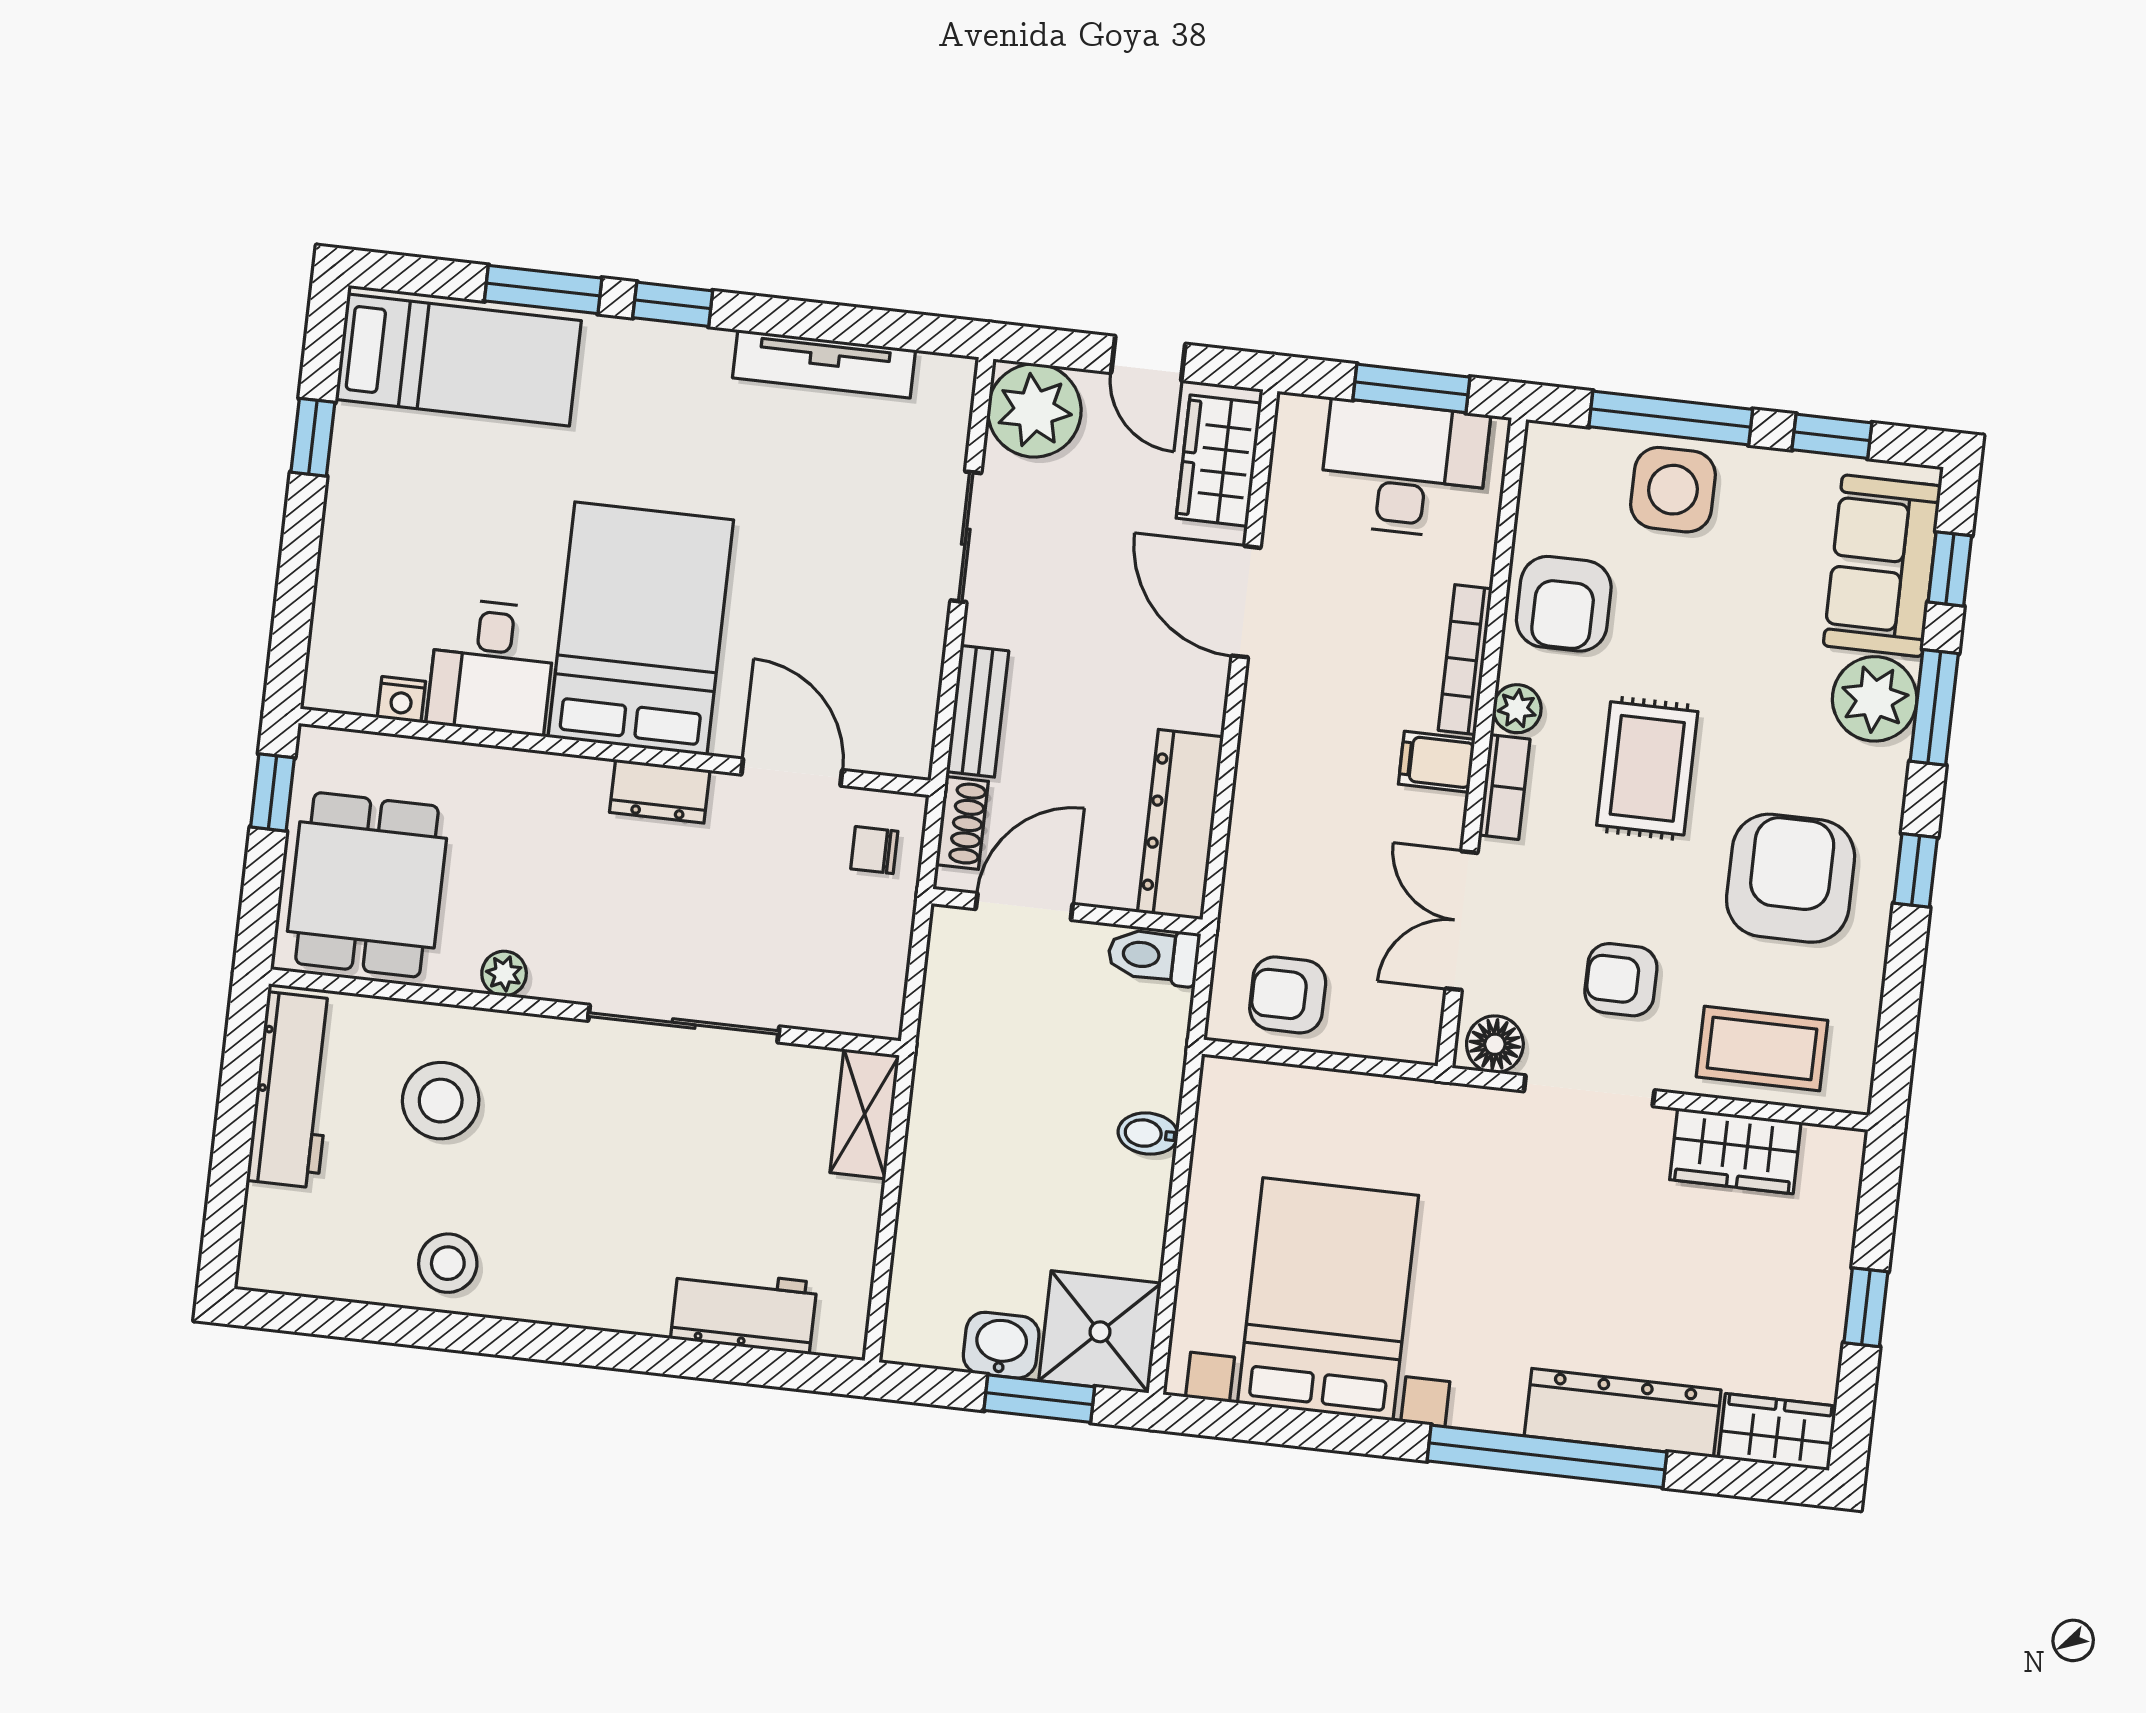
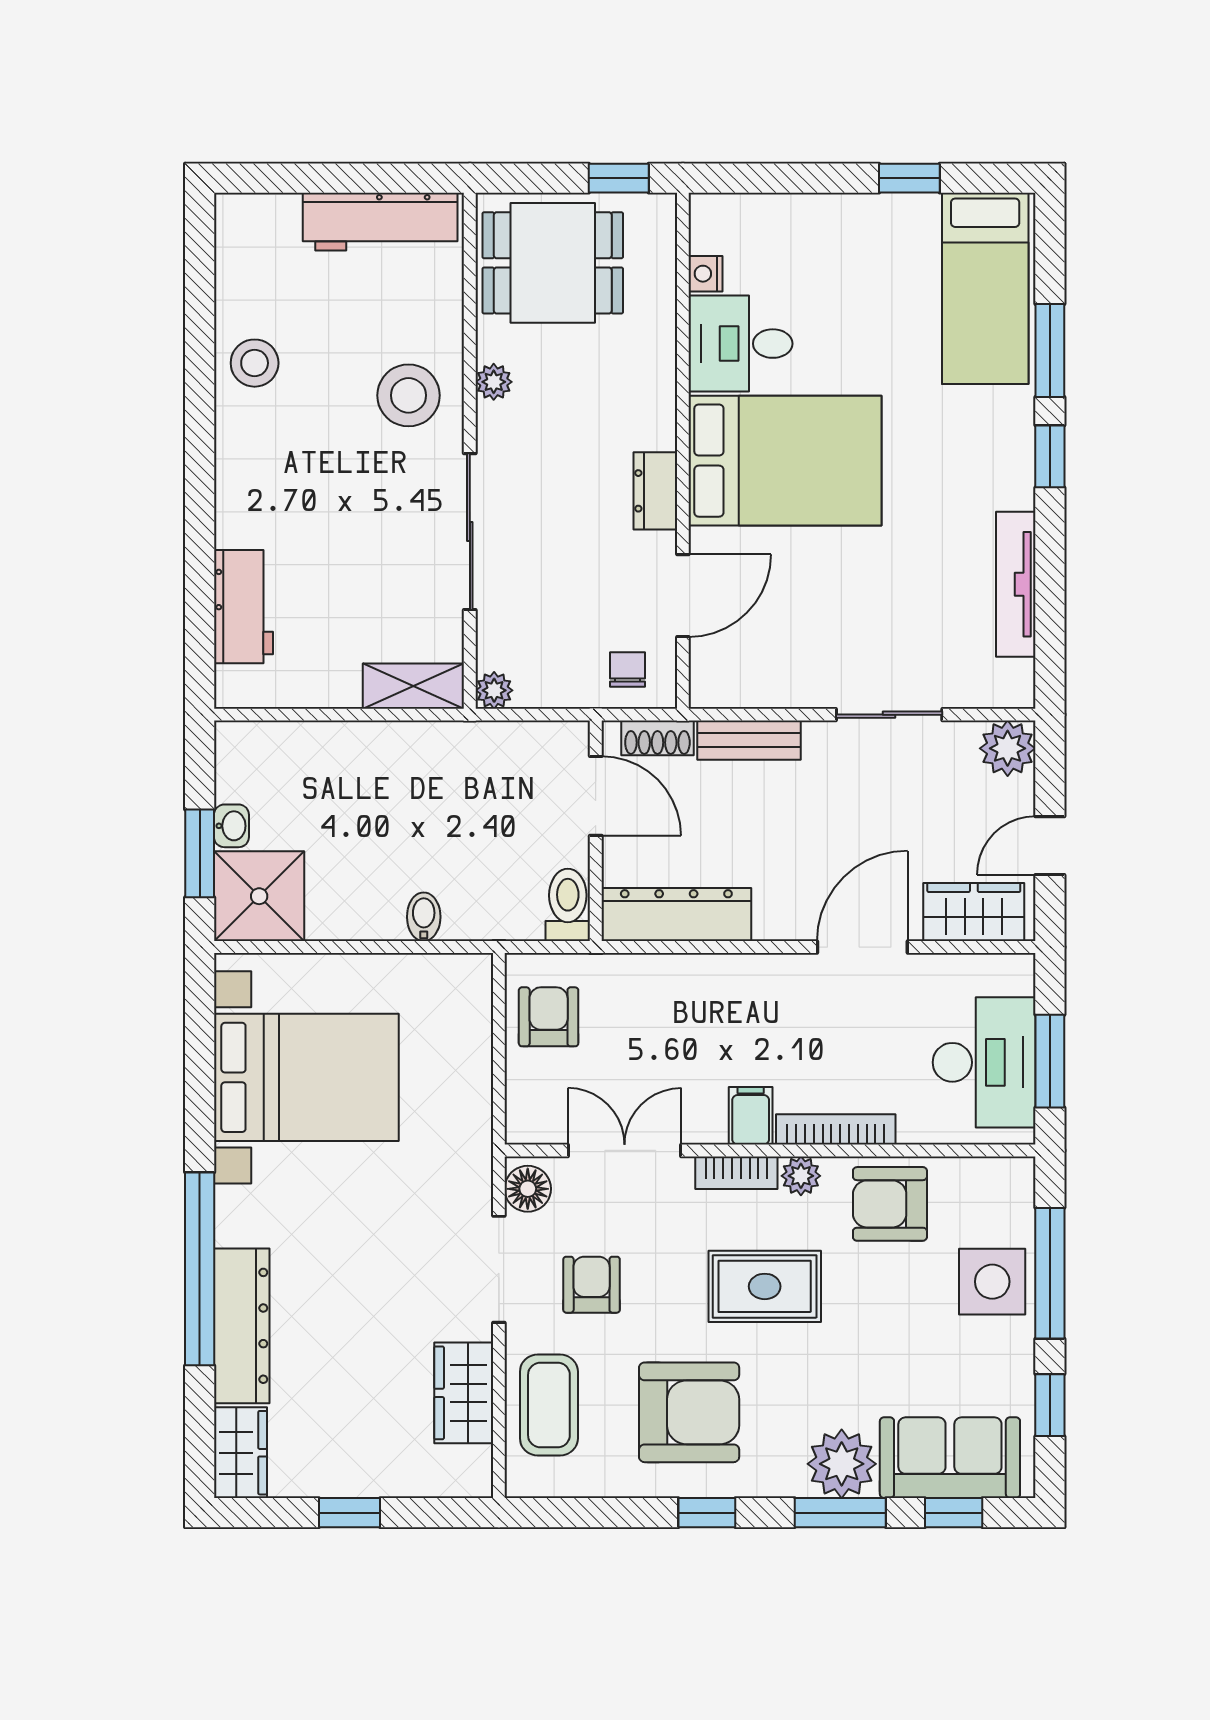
plant: (1034, 410) -> (1008, 748), width x0.73, depth x0.73
plant: (881, 1016) -> (494, 690), added
stool: (441, 1101) -> (408, 395), moved
washbasin: (1001, 1345) -> (231, 826), width x0.72, depth x0.69

